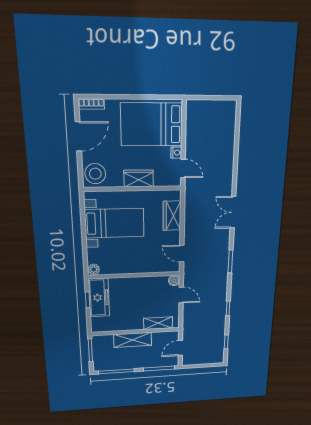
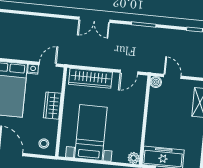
stool: (95, 174) -> (44, 144), width x0.53, depth x0.53
wardrobe: (172, 216) -> (90, 78), width x1.50
door: (181, 295) -> (172, 76), hinge flipped

